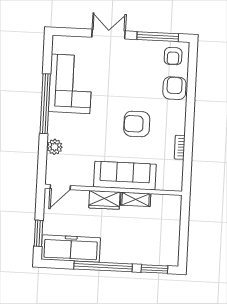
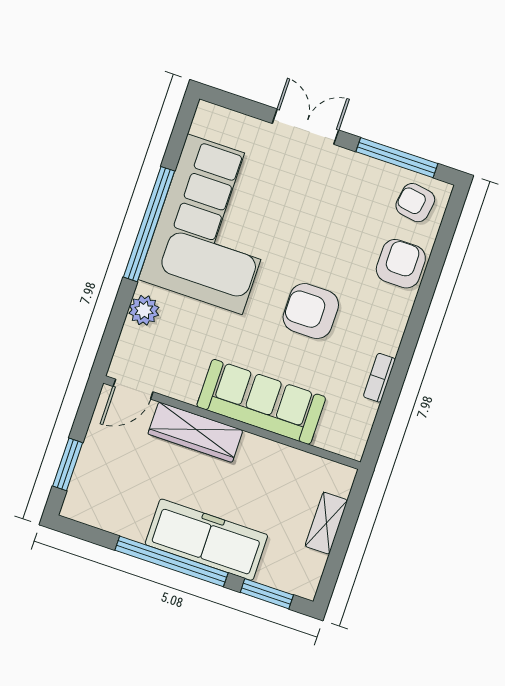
armchair: (173, 56) -> (415, 203), turned 99
corner sofa: (71, 84) -> (215, 224), width x1.36, depth x1.36
shelving: (136, 199) -> (326, 523), moved, turned 90
wardrobe: (104, 200) -> (195, 432), width x1.50
freezer: (71, 249) -> (206, 540), moved

